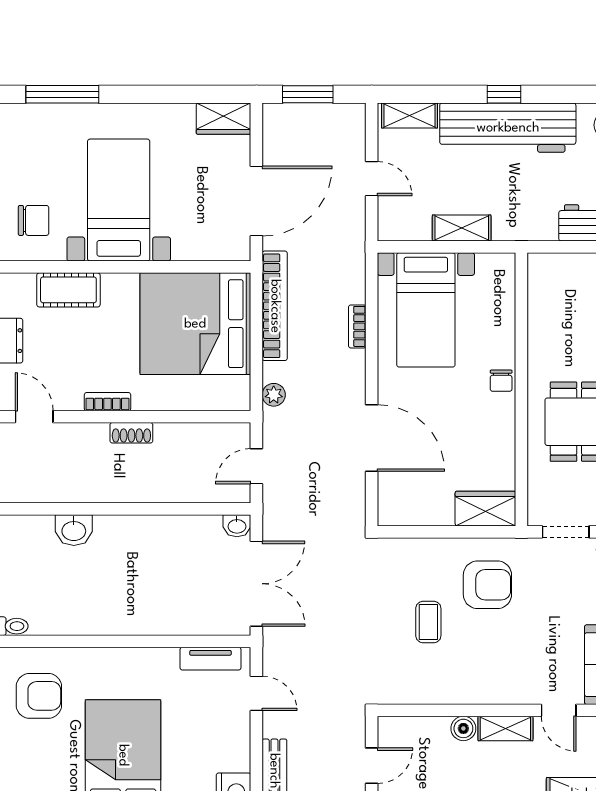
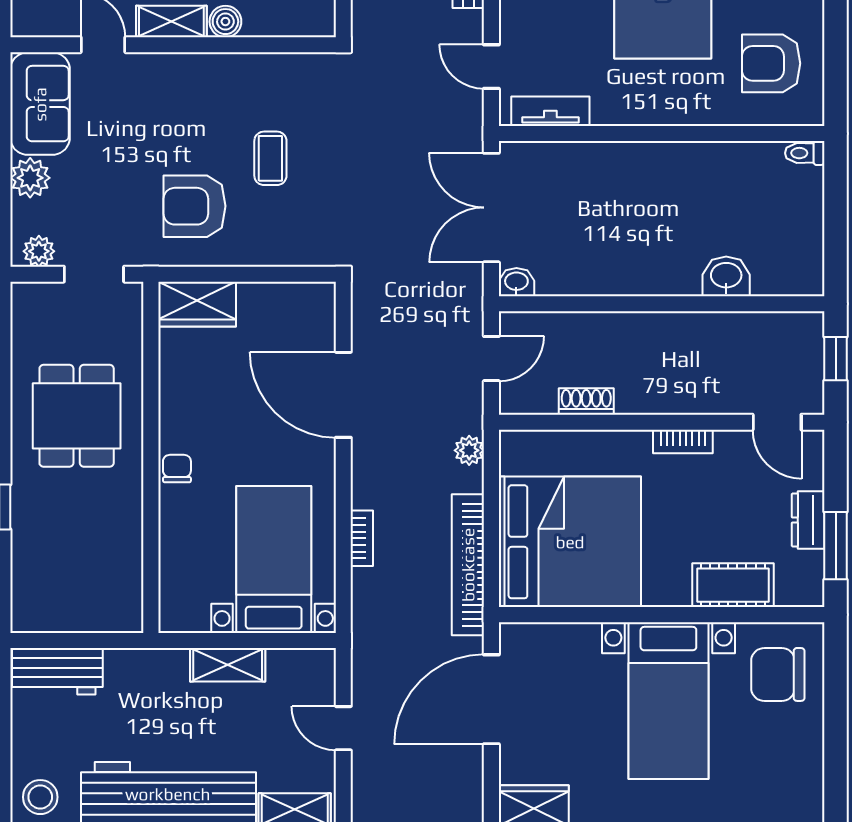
chair: (34, 220) -> (778, 674), width x1.37, depth x1.37
shoe rack: (131, 433) -> (586, 401), moved

